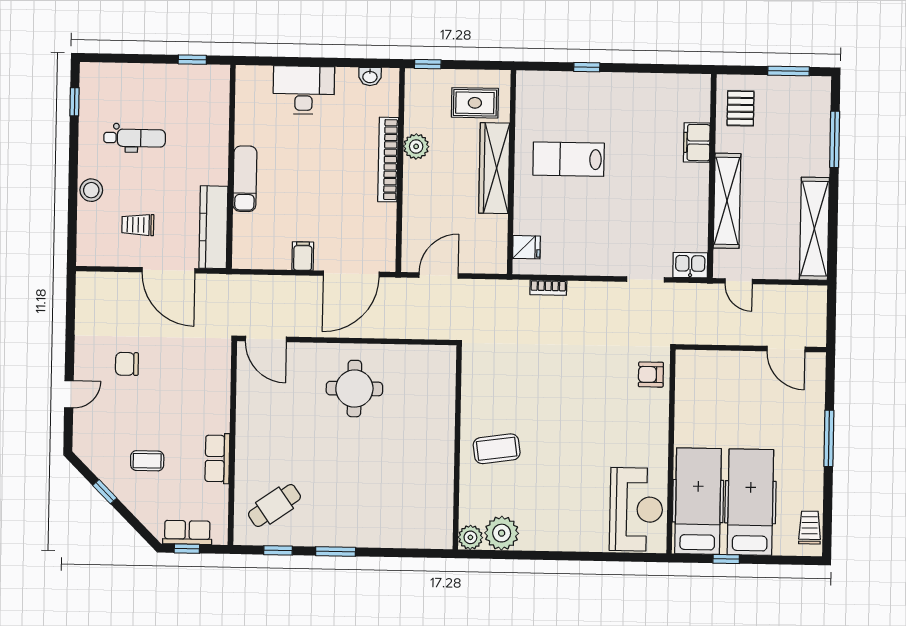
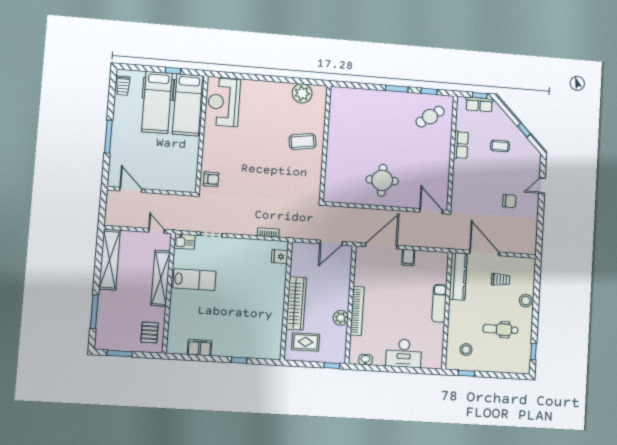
stool: (195, 101) -> (466, 350), added
filing cabinet: (697, 143) -> (200, 348), moved, turned -90
lab bench: (569, 159) -> (194, 280), moved
plant: (470, 537) -> (320, 92), removed

